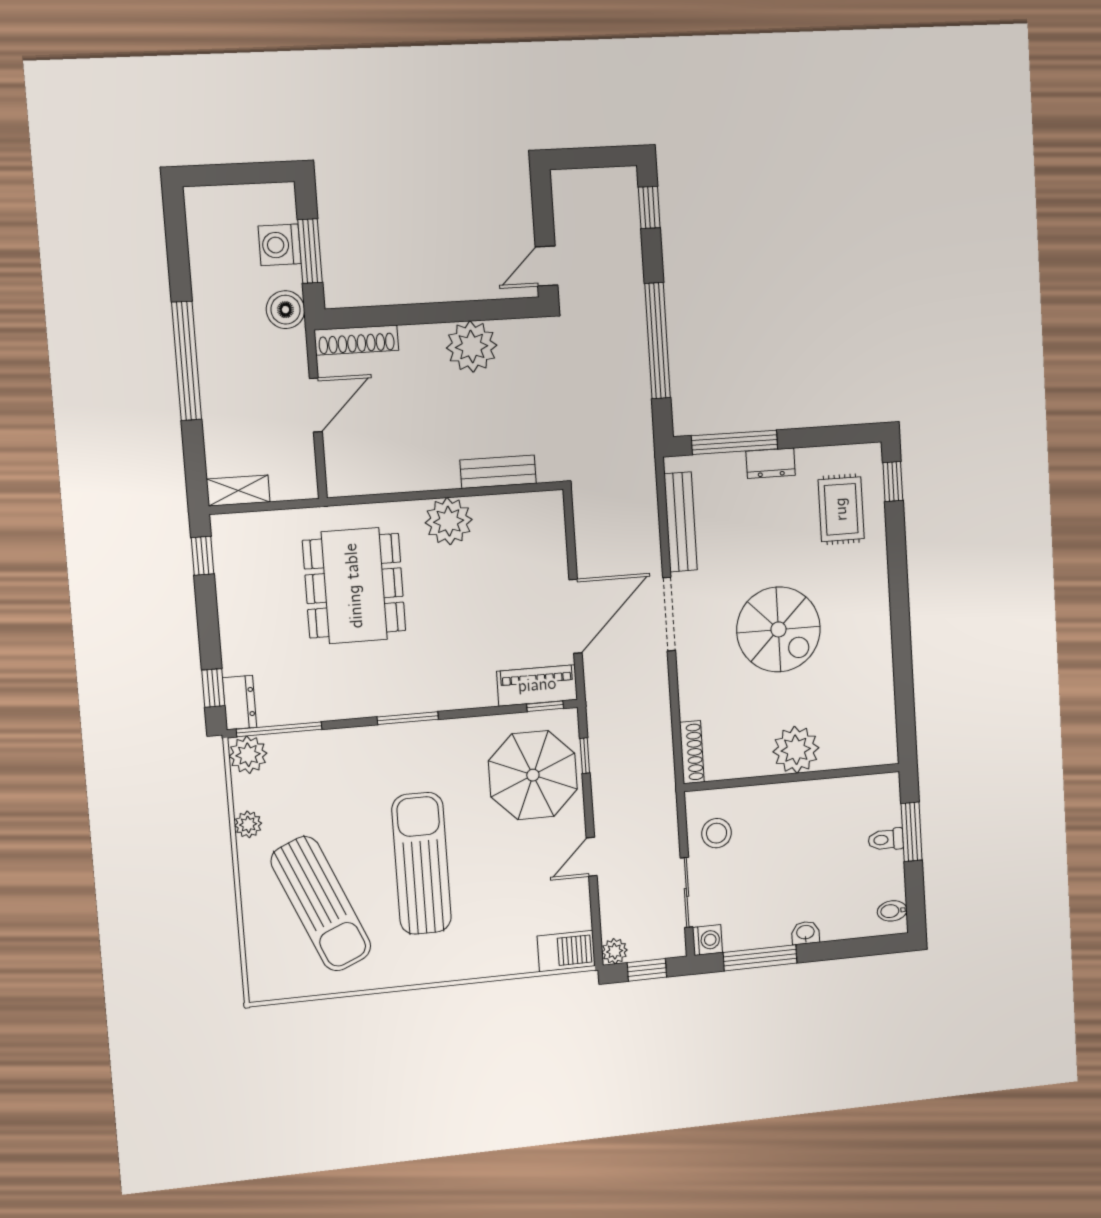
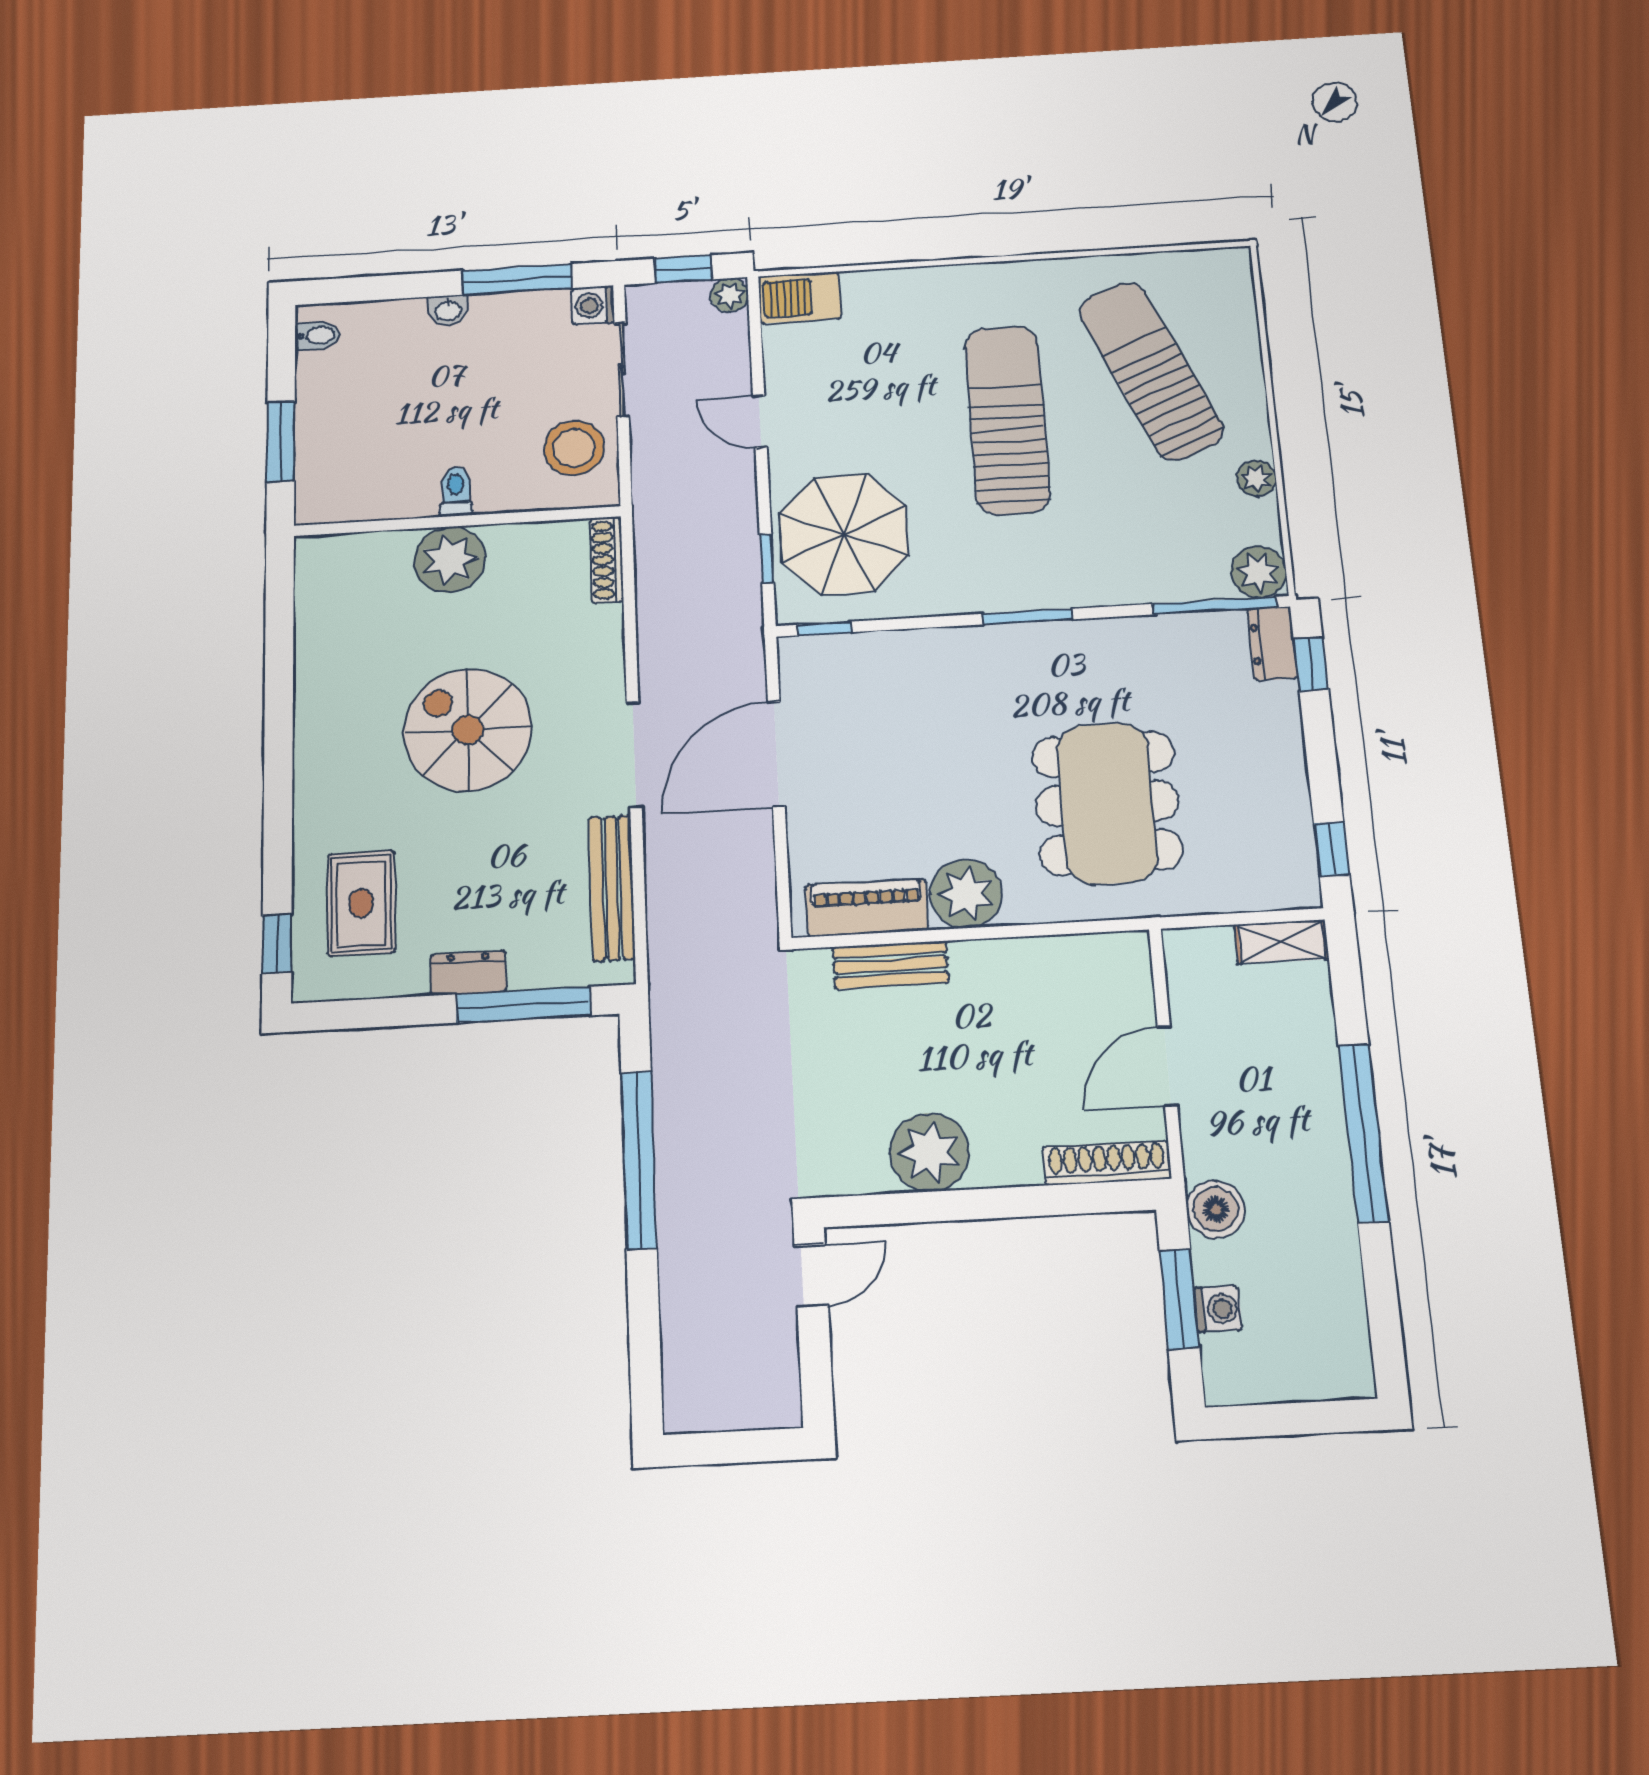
window: (649, 207) -> (645, 1368), removed
washing machine: (280, 245) -> (1218, 1309), width x0.73, depth x0.73
piano: (537, 685) -> (867, 908), moved, turned 180
stool: (717, 833) -> (574, 448), width x1.38, depth x1.38
toilet: (886, 840) -> (456, 491), moved, turned -90
door: (592, 857) -> (760, 421), swing flipped
sun lounger: (422, 863) -> (1007, 420), turned 180

